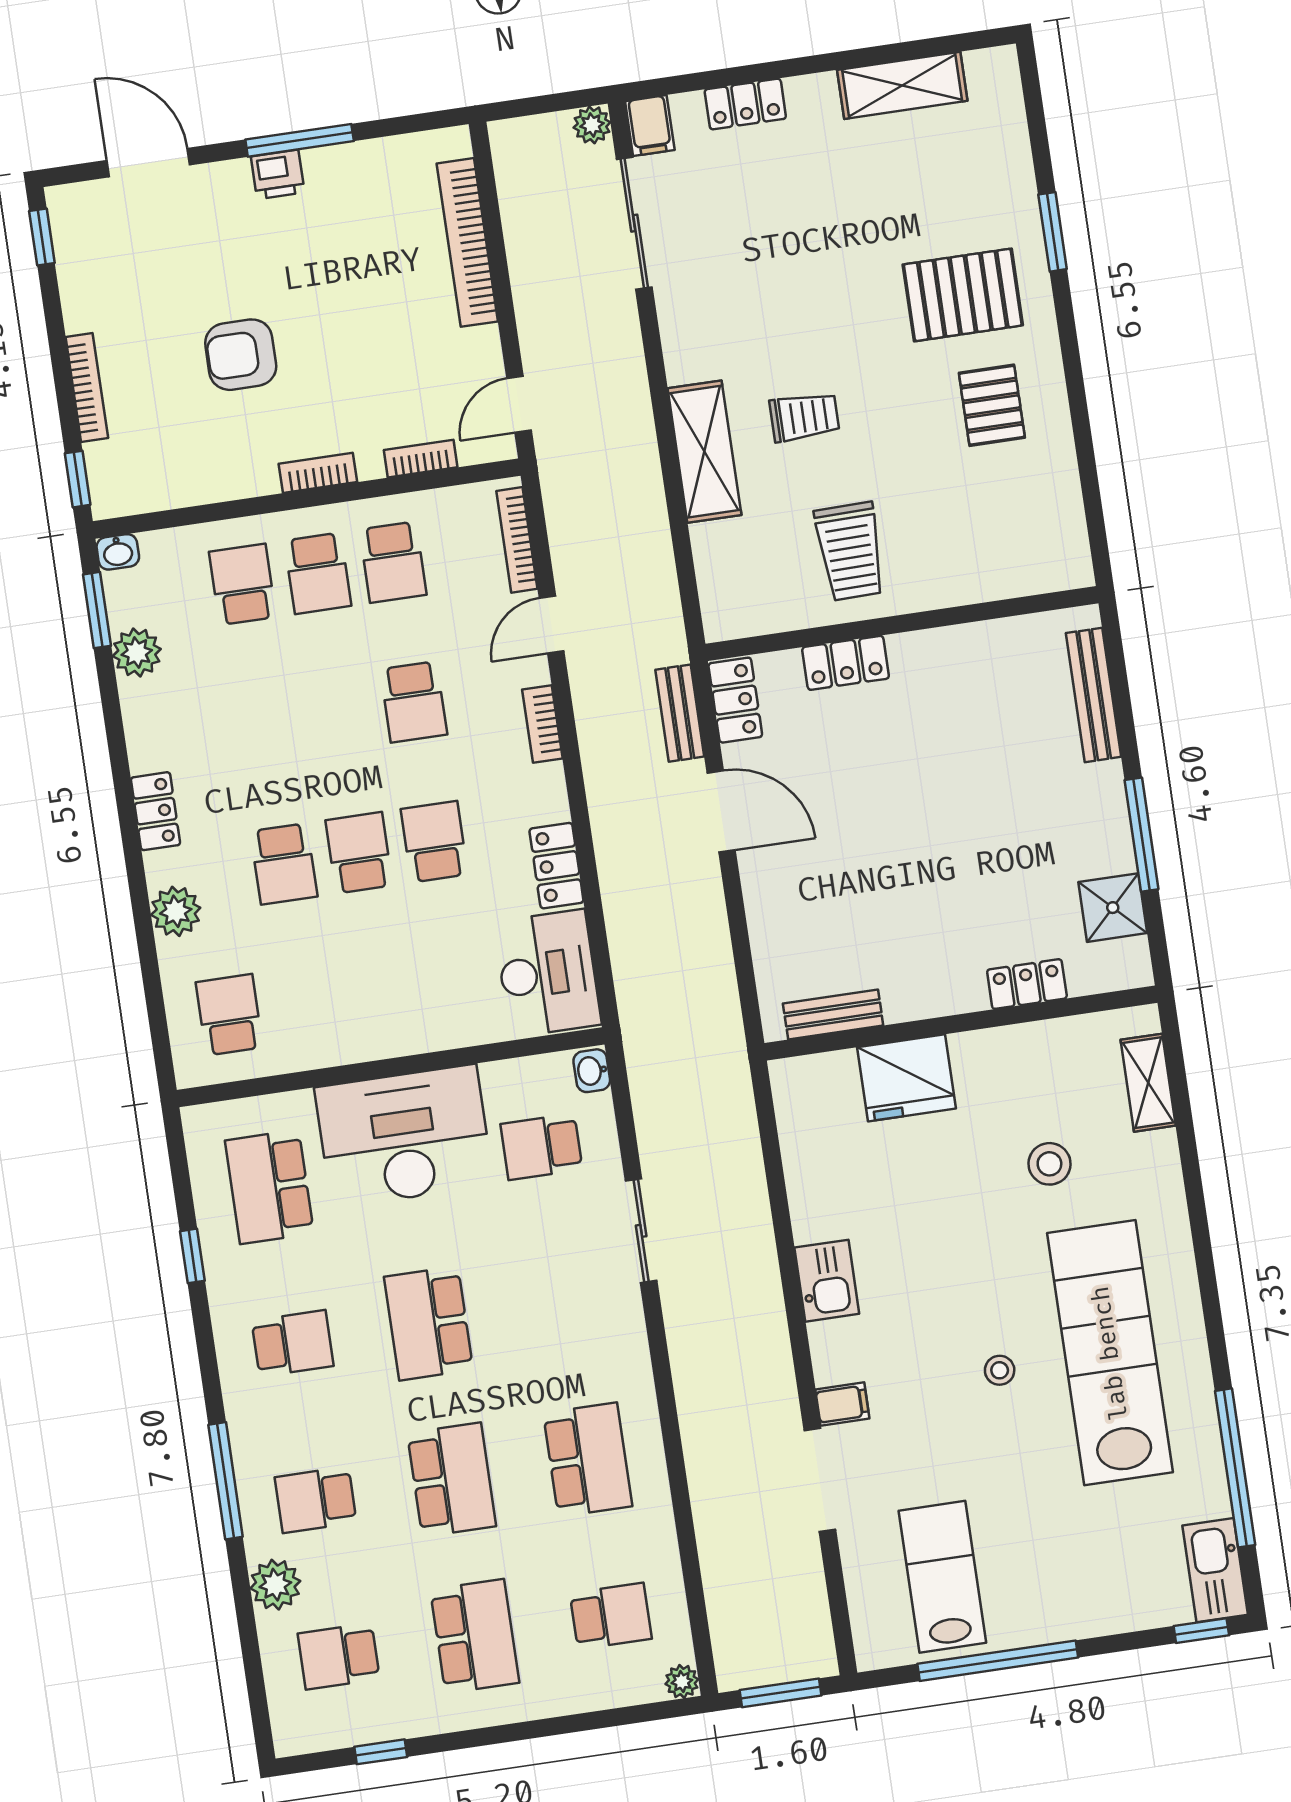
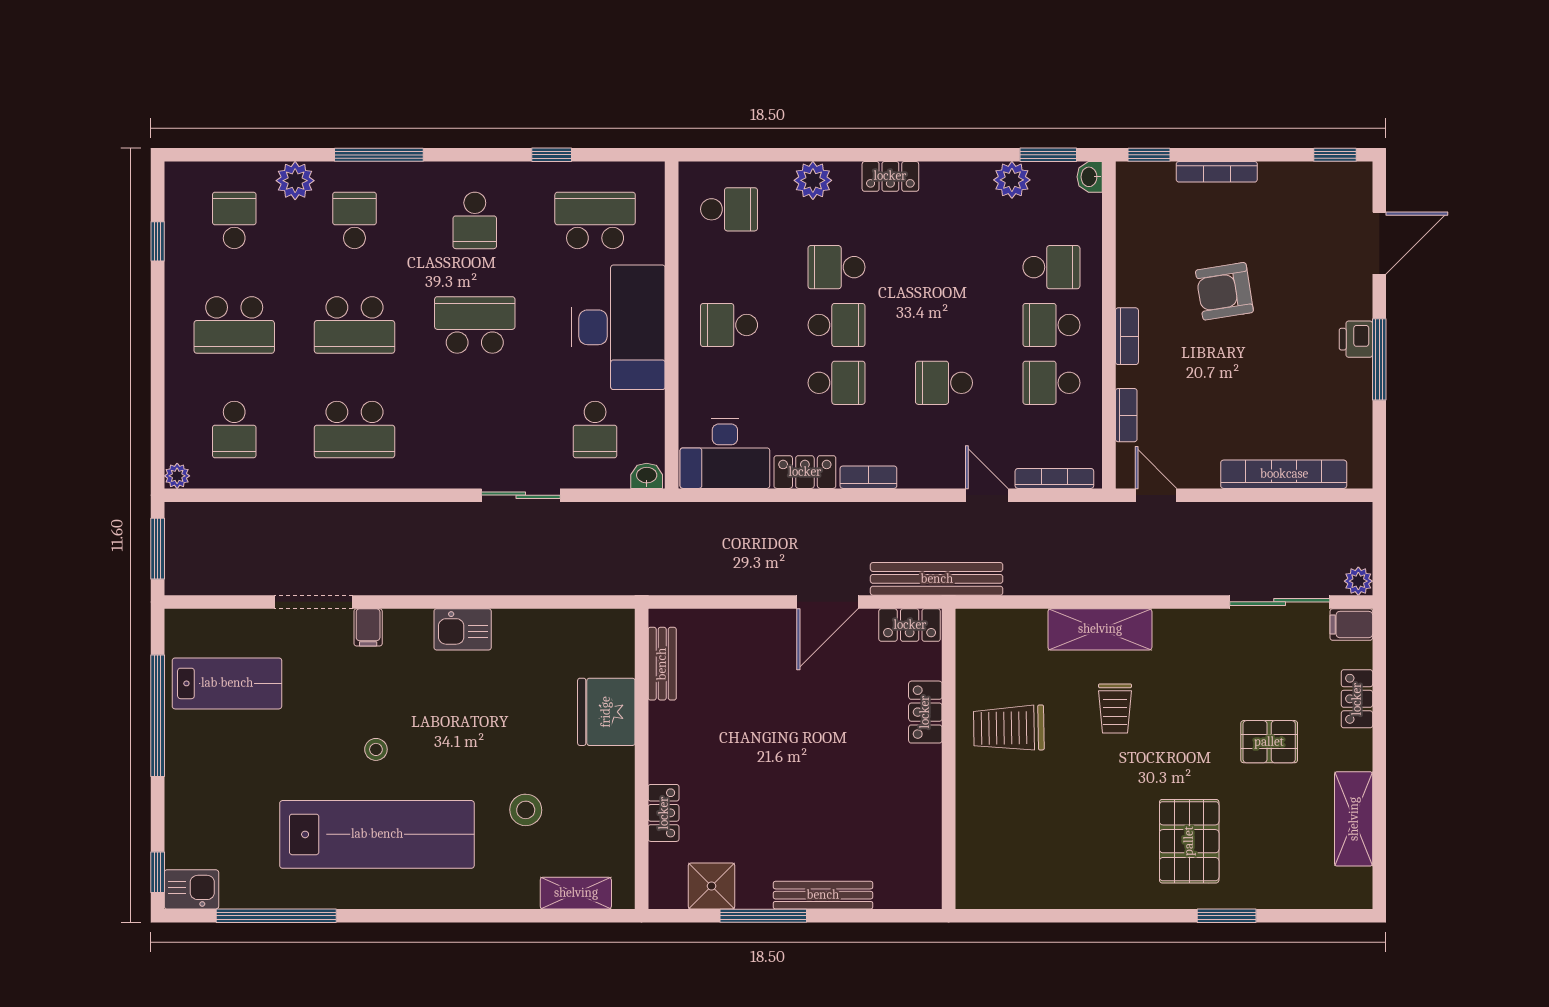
armchair: (241, 355) -> (1224, 291), turned -99
pallet: (992, 405) -> (1269, 742), moved
bench: (1094, 695) -> (823, 895), moved
bench: (680, 713) -> (937, 579), width x1.86, depth x1.21
bookcase: (542, 724) -> (868, 477), moved
school desk: (380, 993) -> (729, 325), added
school desk: (541, 1147) -> (595, 430), turned 180
kitchen sink: (1215, 1570) -> (191, 889), width x0.73

